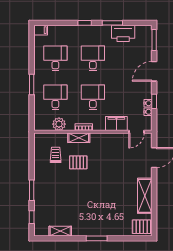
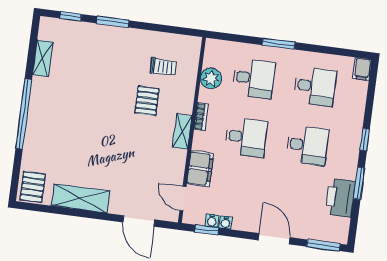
window: (154, 101) -> (207, 230), moved
shelving: (79, 138) -> (182, 131), moved
window: (97, 238) -> (24, 114), width x2.11

